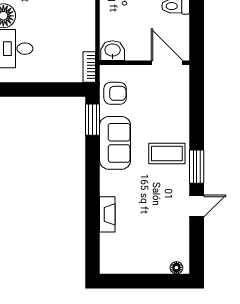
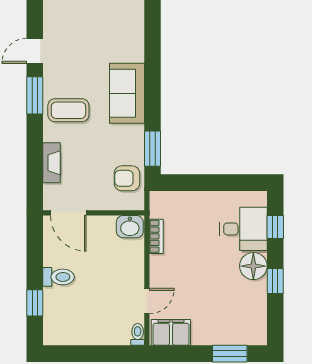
bookcase: (89, 67) -> (156, 236), moved
sofa: (115, 143) -> (127, 93), moved
fireplace: (107, 214) -> (52, 163), moved, turned 180

